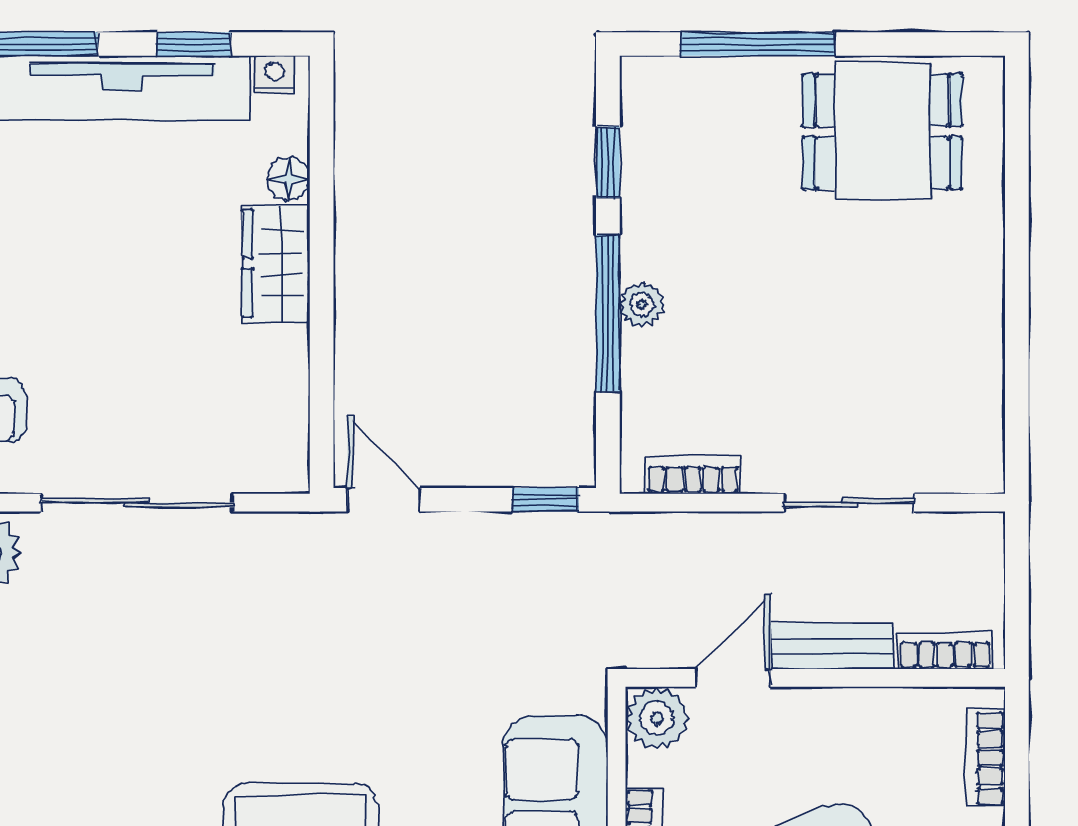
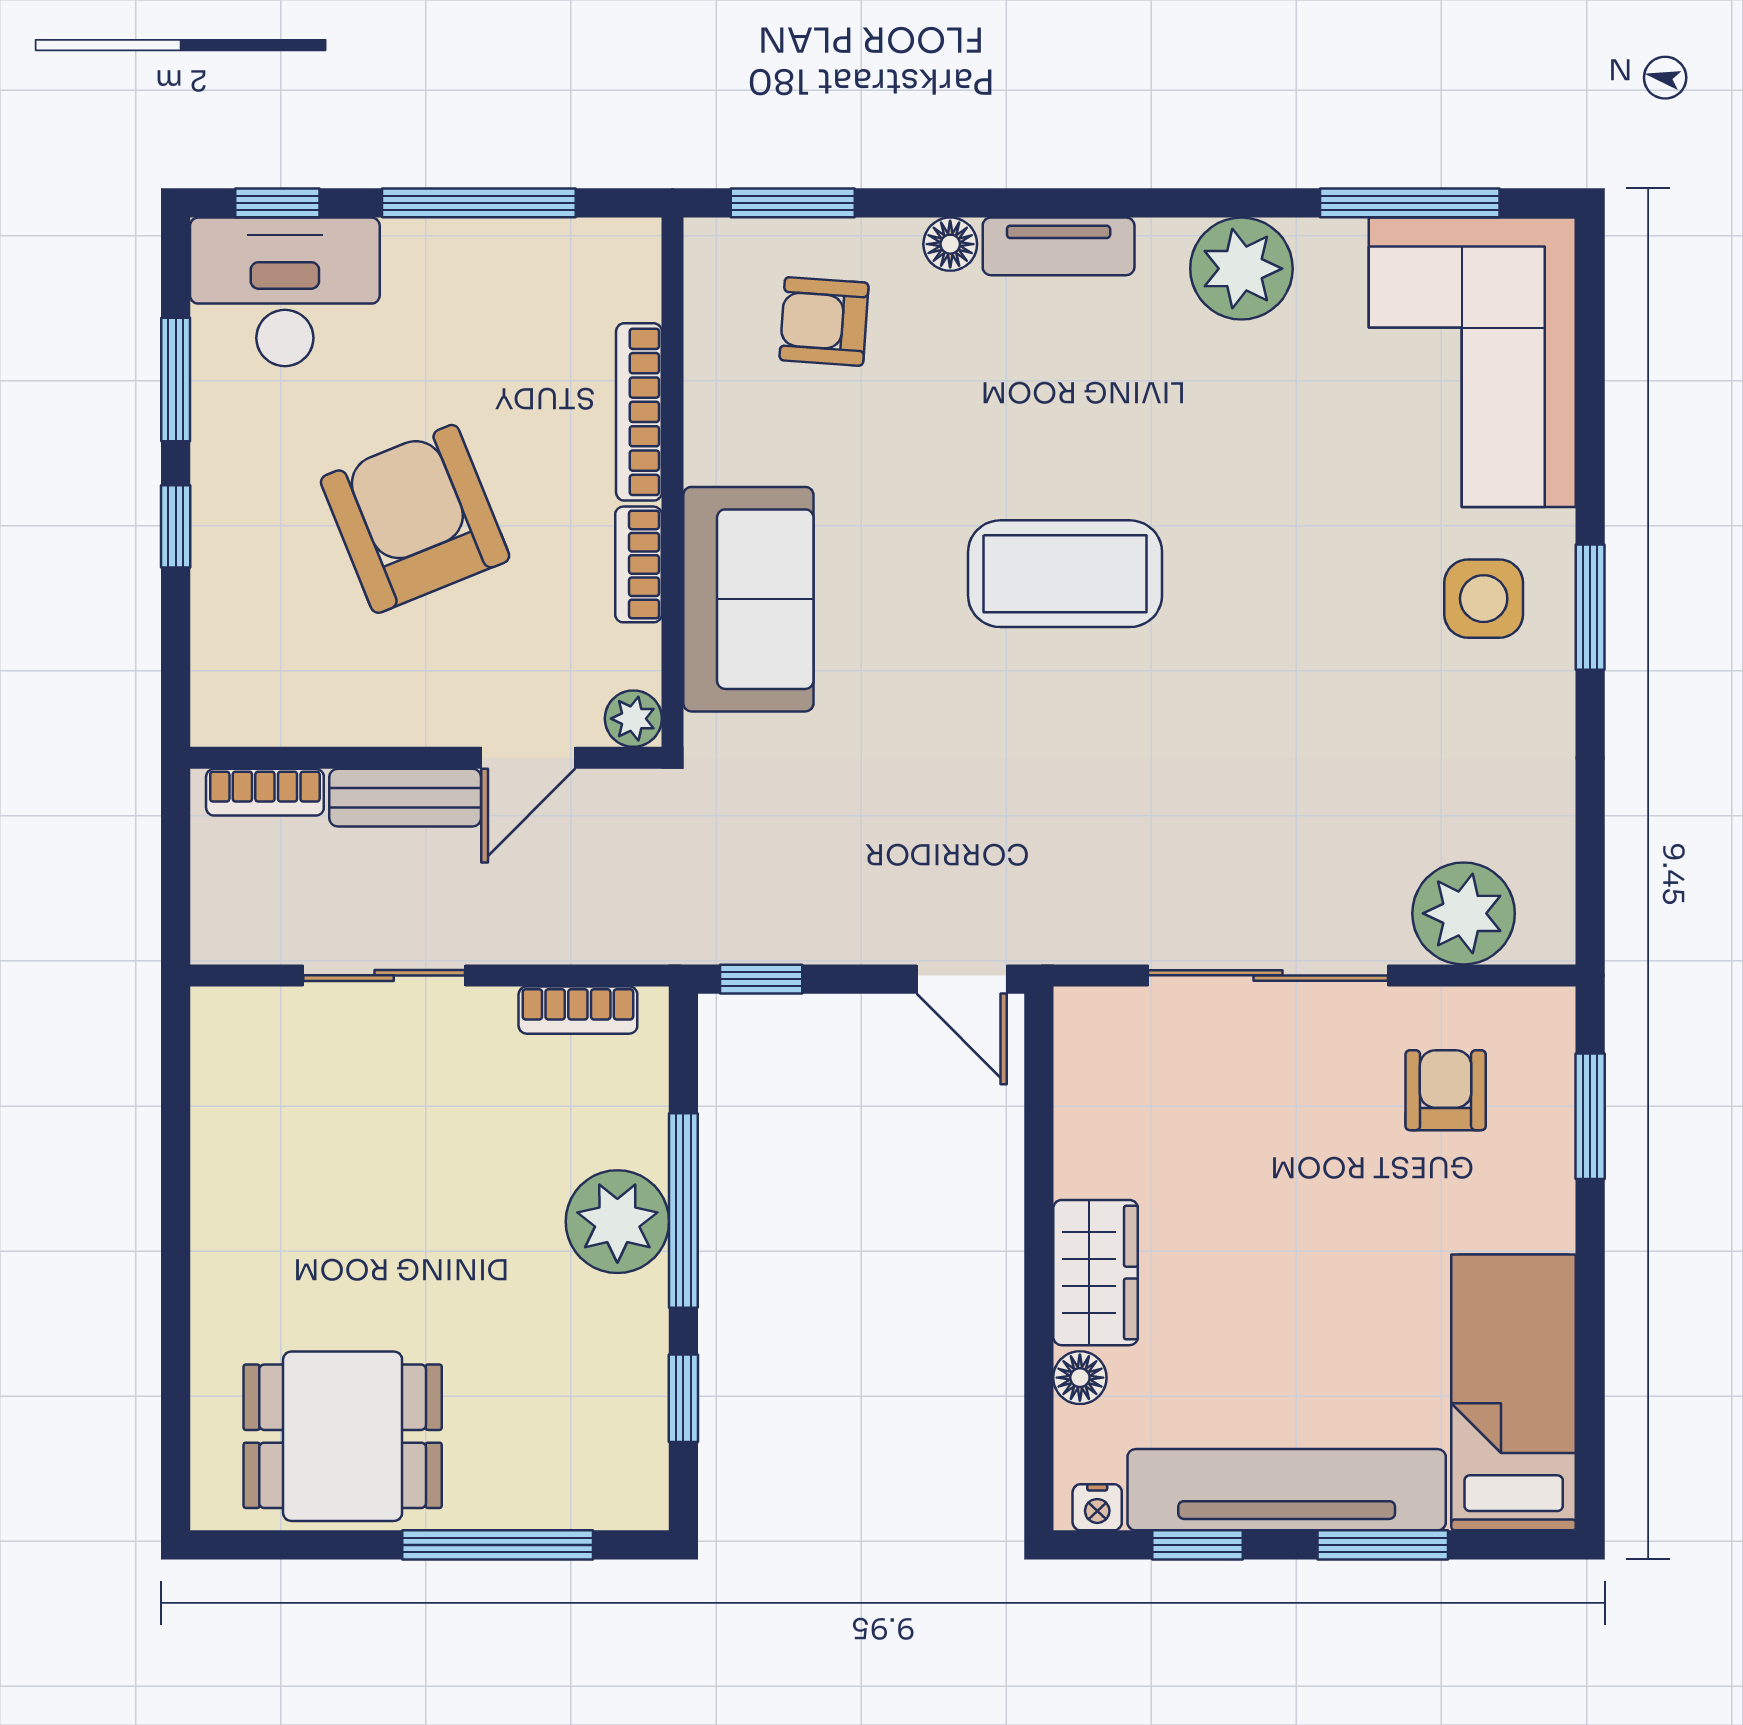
plant: (642, 304) -> (617, 1222), width x1.88, depth x1.88
plant: (657, 718) -> (633, 719), width x0.73, depth x0.73
bookcase: (986, 758) -> (214, 658), removed

